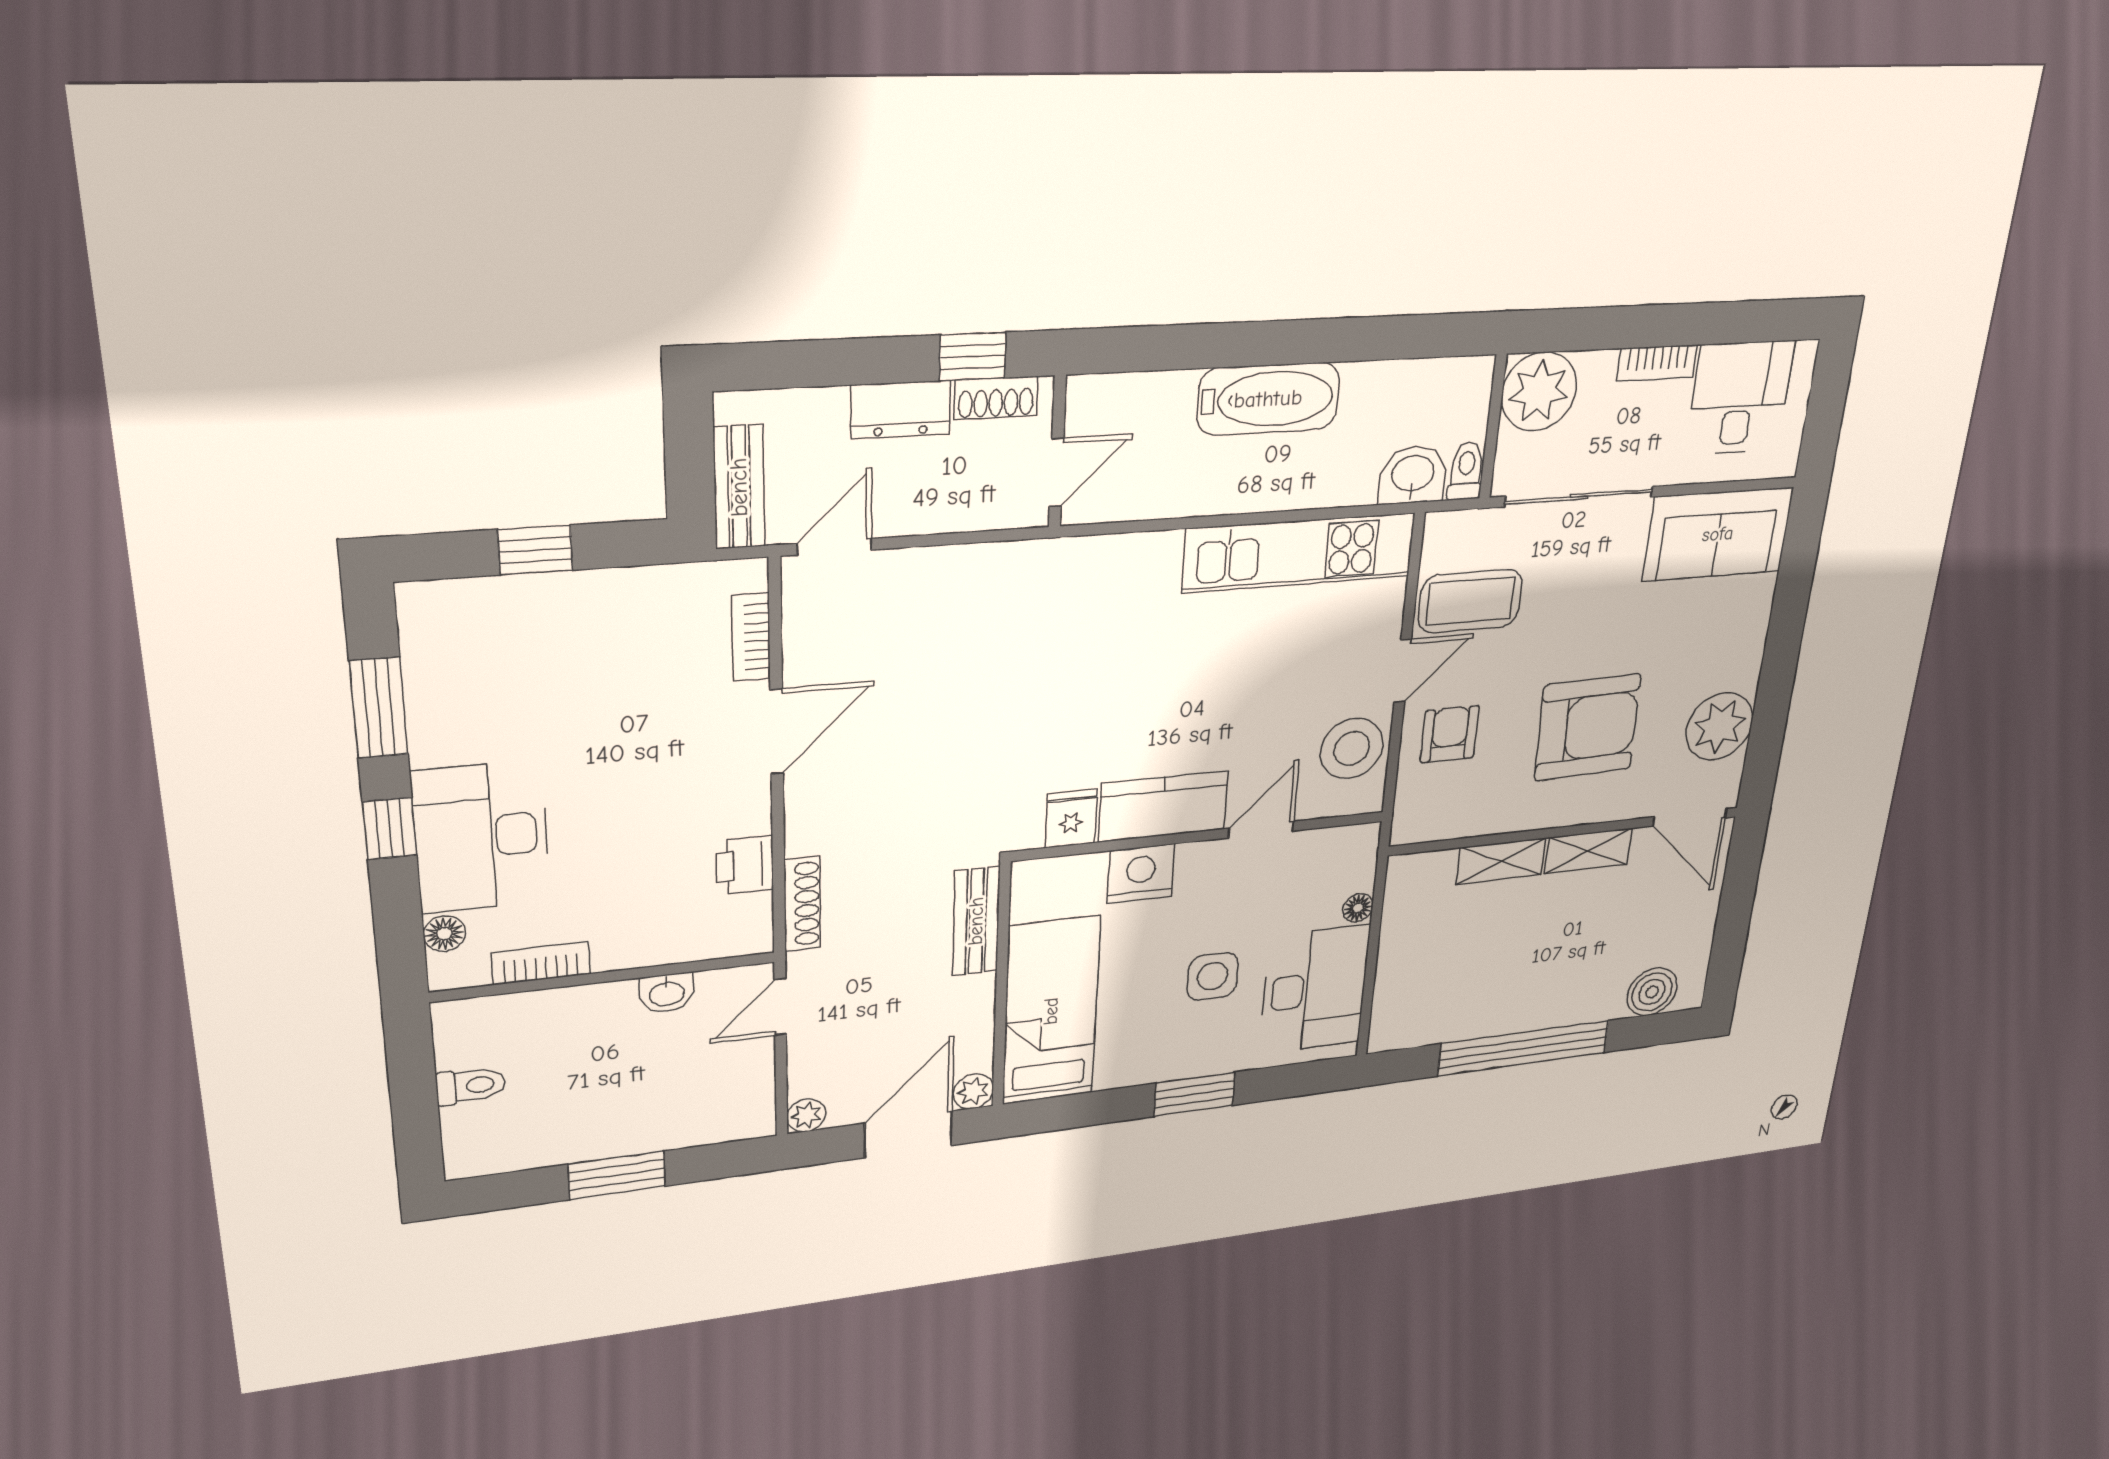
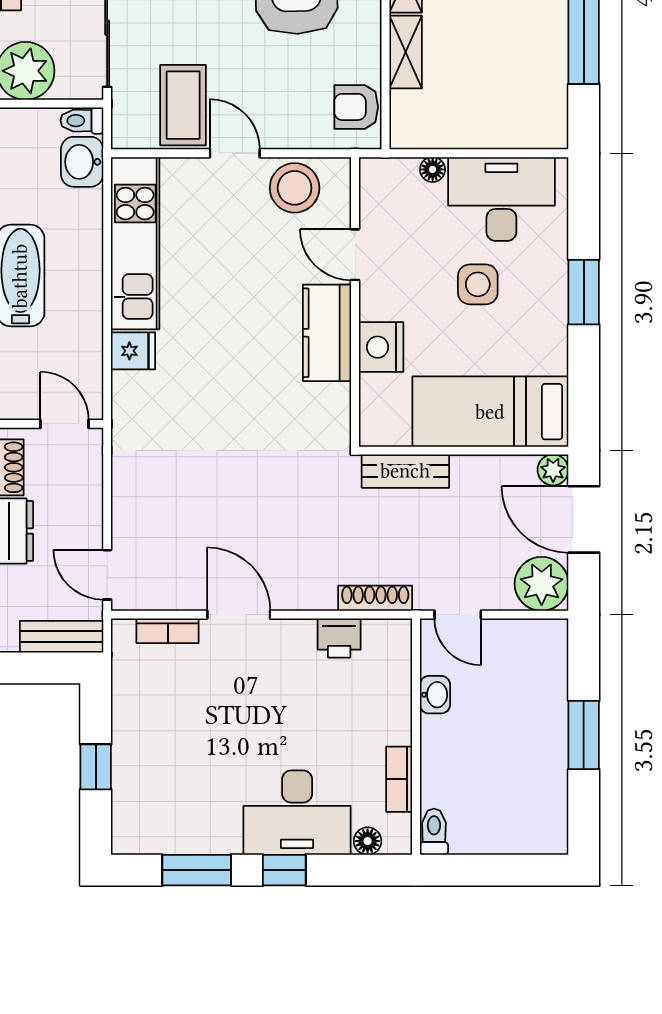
armchair: (1450, 734) -> (356, 107), moved
fridge: (1071, 819) -> (133, 351), moved, turned 180
toilet: (471, 1086) -> (434, 832), moved
plant: (806, 1115) -> (542, 584), width x1.88, depth x1.88

